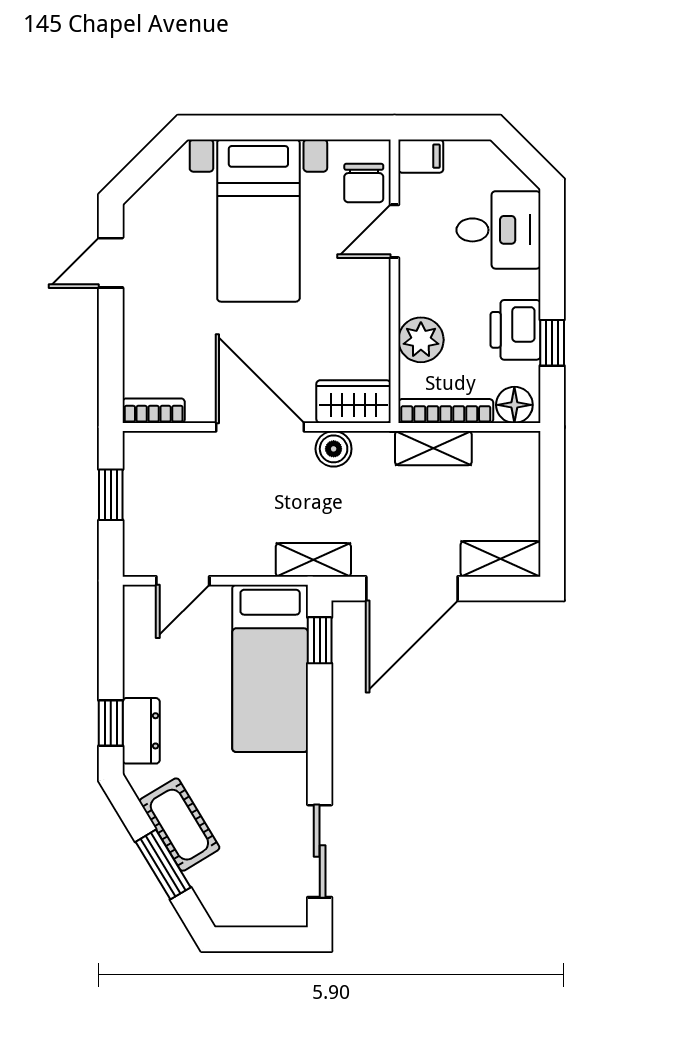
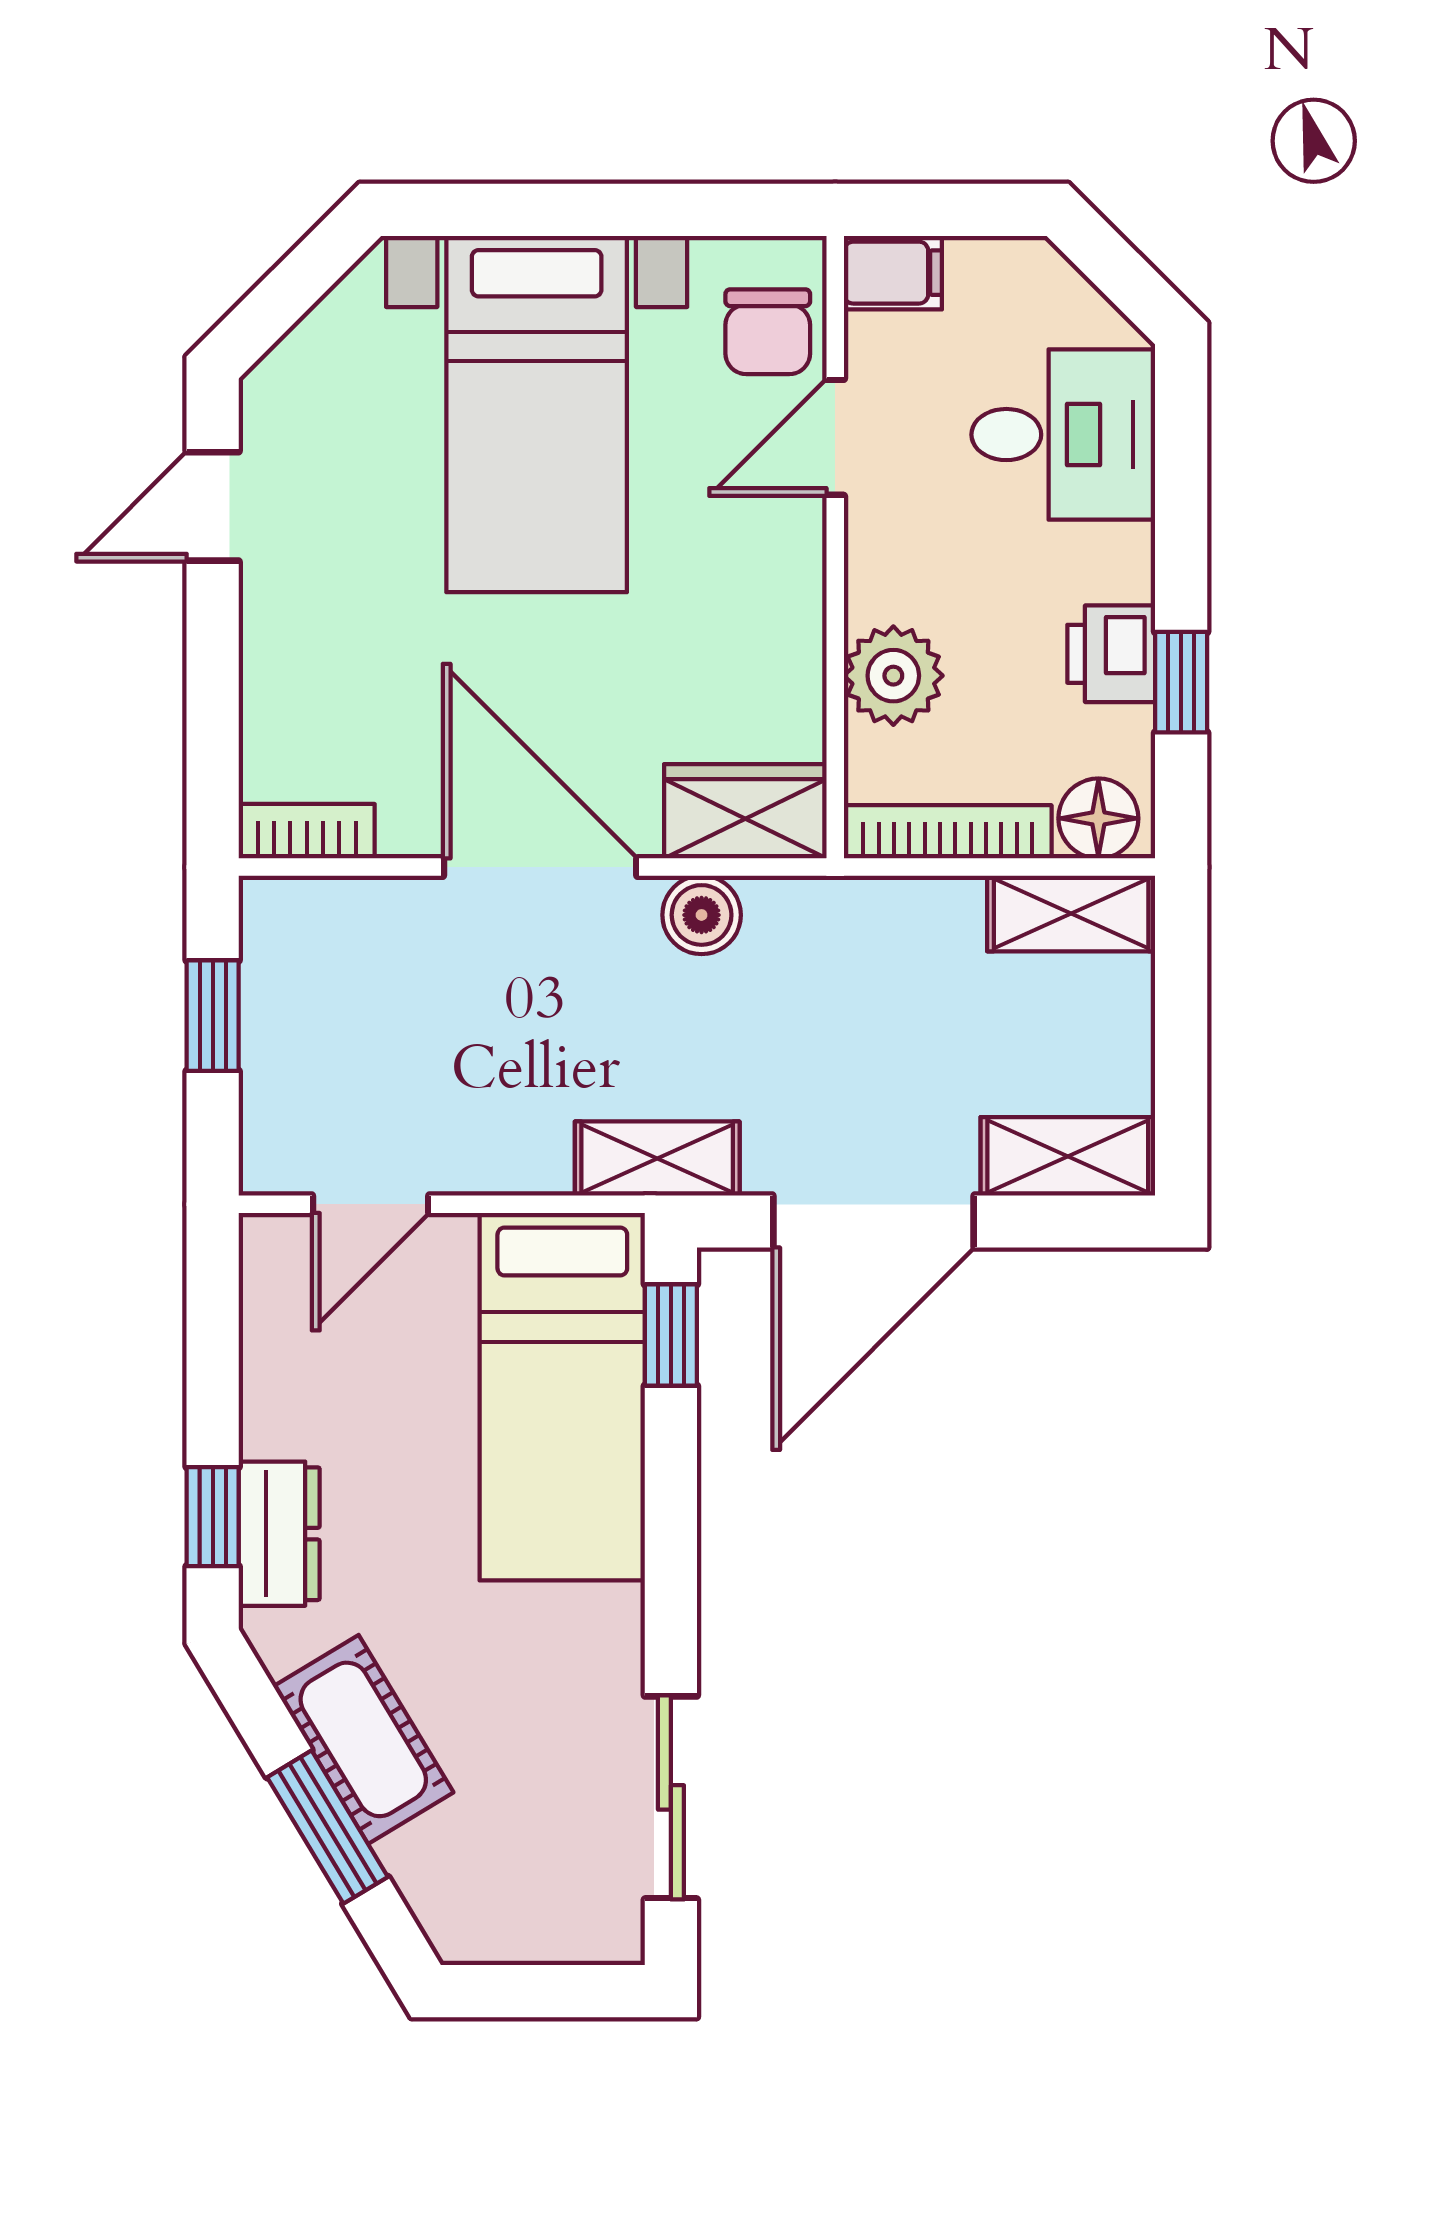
printer: (515, 330) -> (1111, 654), width x0.73, depth x0.81
shelving: (433, 448) -> (1071, 913), moved

